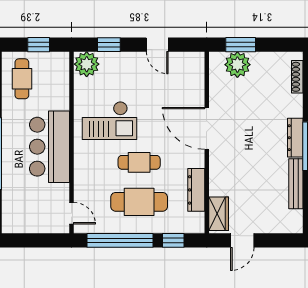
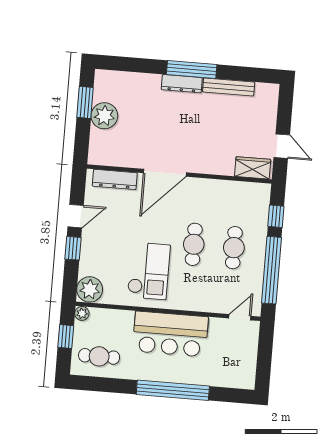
window: (109, 45) -> (73, 248), moved
window: (241, 45) -> (85, 102), moved
plant: (63, 59) -> (82, 313), added
plant: (237, 65) -> (104, 116), moved
shoe rack: (297, 77) -> (120, 76), removed
dresser: (196, 190) -> (115, 179), moved
cafe table: (139, 202) -> (234, 248), width x0.73, depth x0.74

